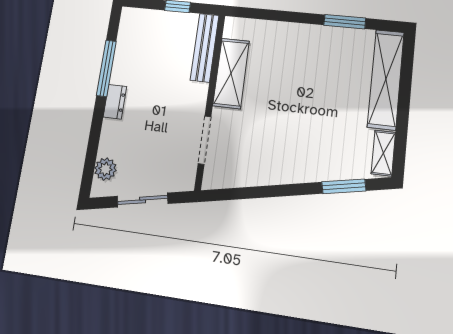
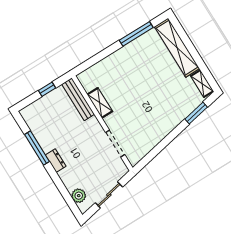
window: (345, 22) -> (136, 34), width x1.44
shelving: (231, 73) -> (100, 103), width x0.67, depth x0.75

